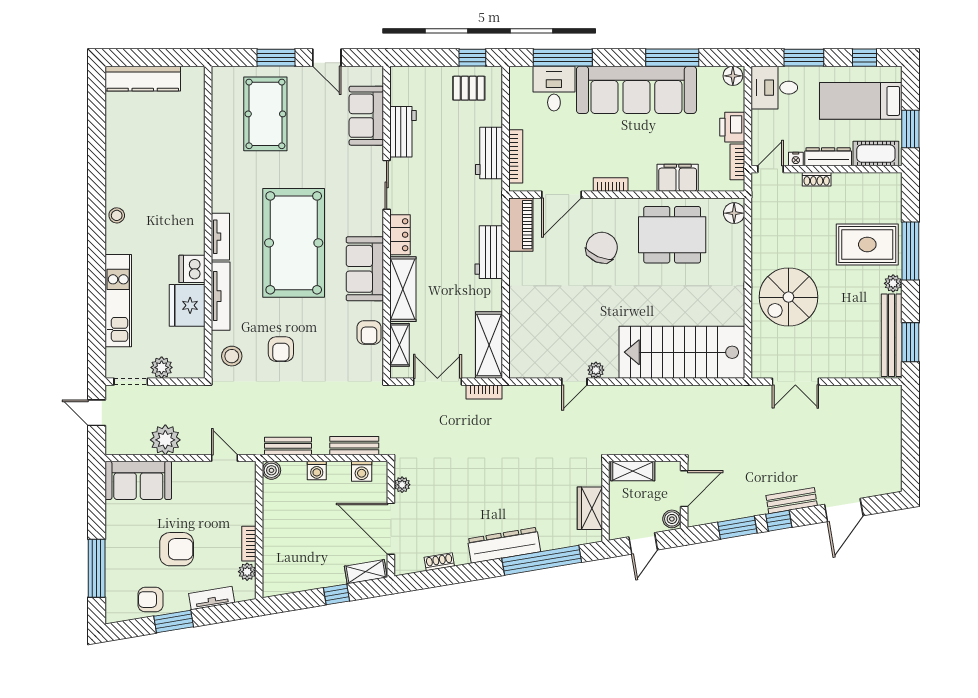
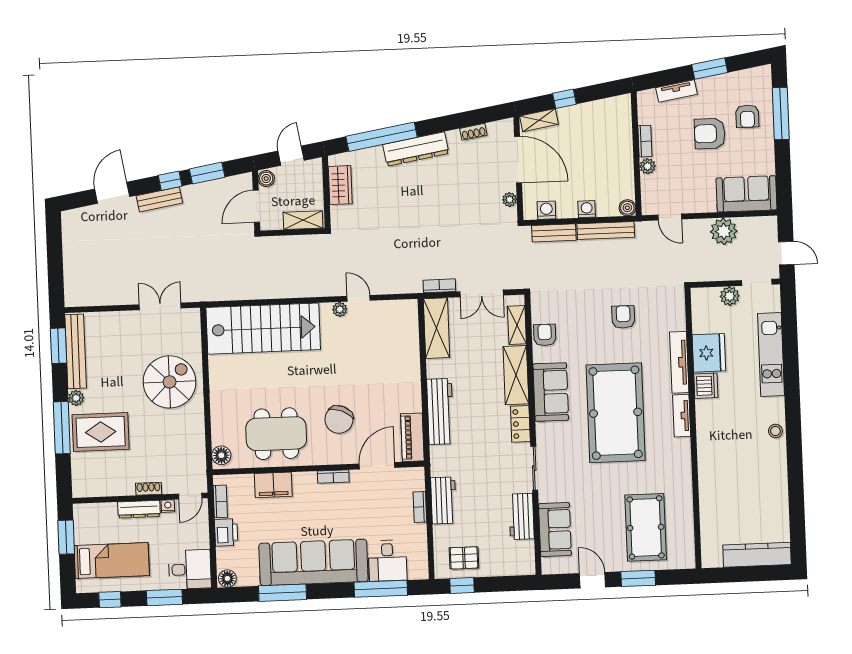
cot: (876, 154) -> (96, 514), removed
bookcase: (516, 156) -> (420, 507), width x0.64
workbench: (489, 252) -> (440, 411), width x1.38
stool: (232, 356) -> (667, 309), removed
door: (574, 382) -> (359, 298), hinge flipped
bench: (288, 446) -> (606, 231), width x1.36
plant: (247, 572) -> (648, 166), moved
armchair: (150, 600) -> (747, 116), moved, turned 90

